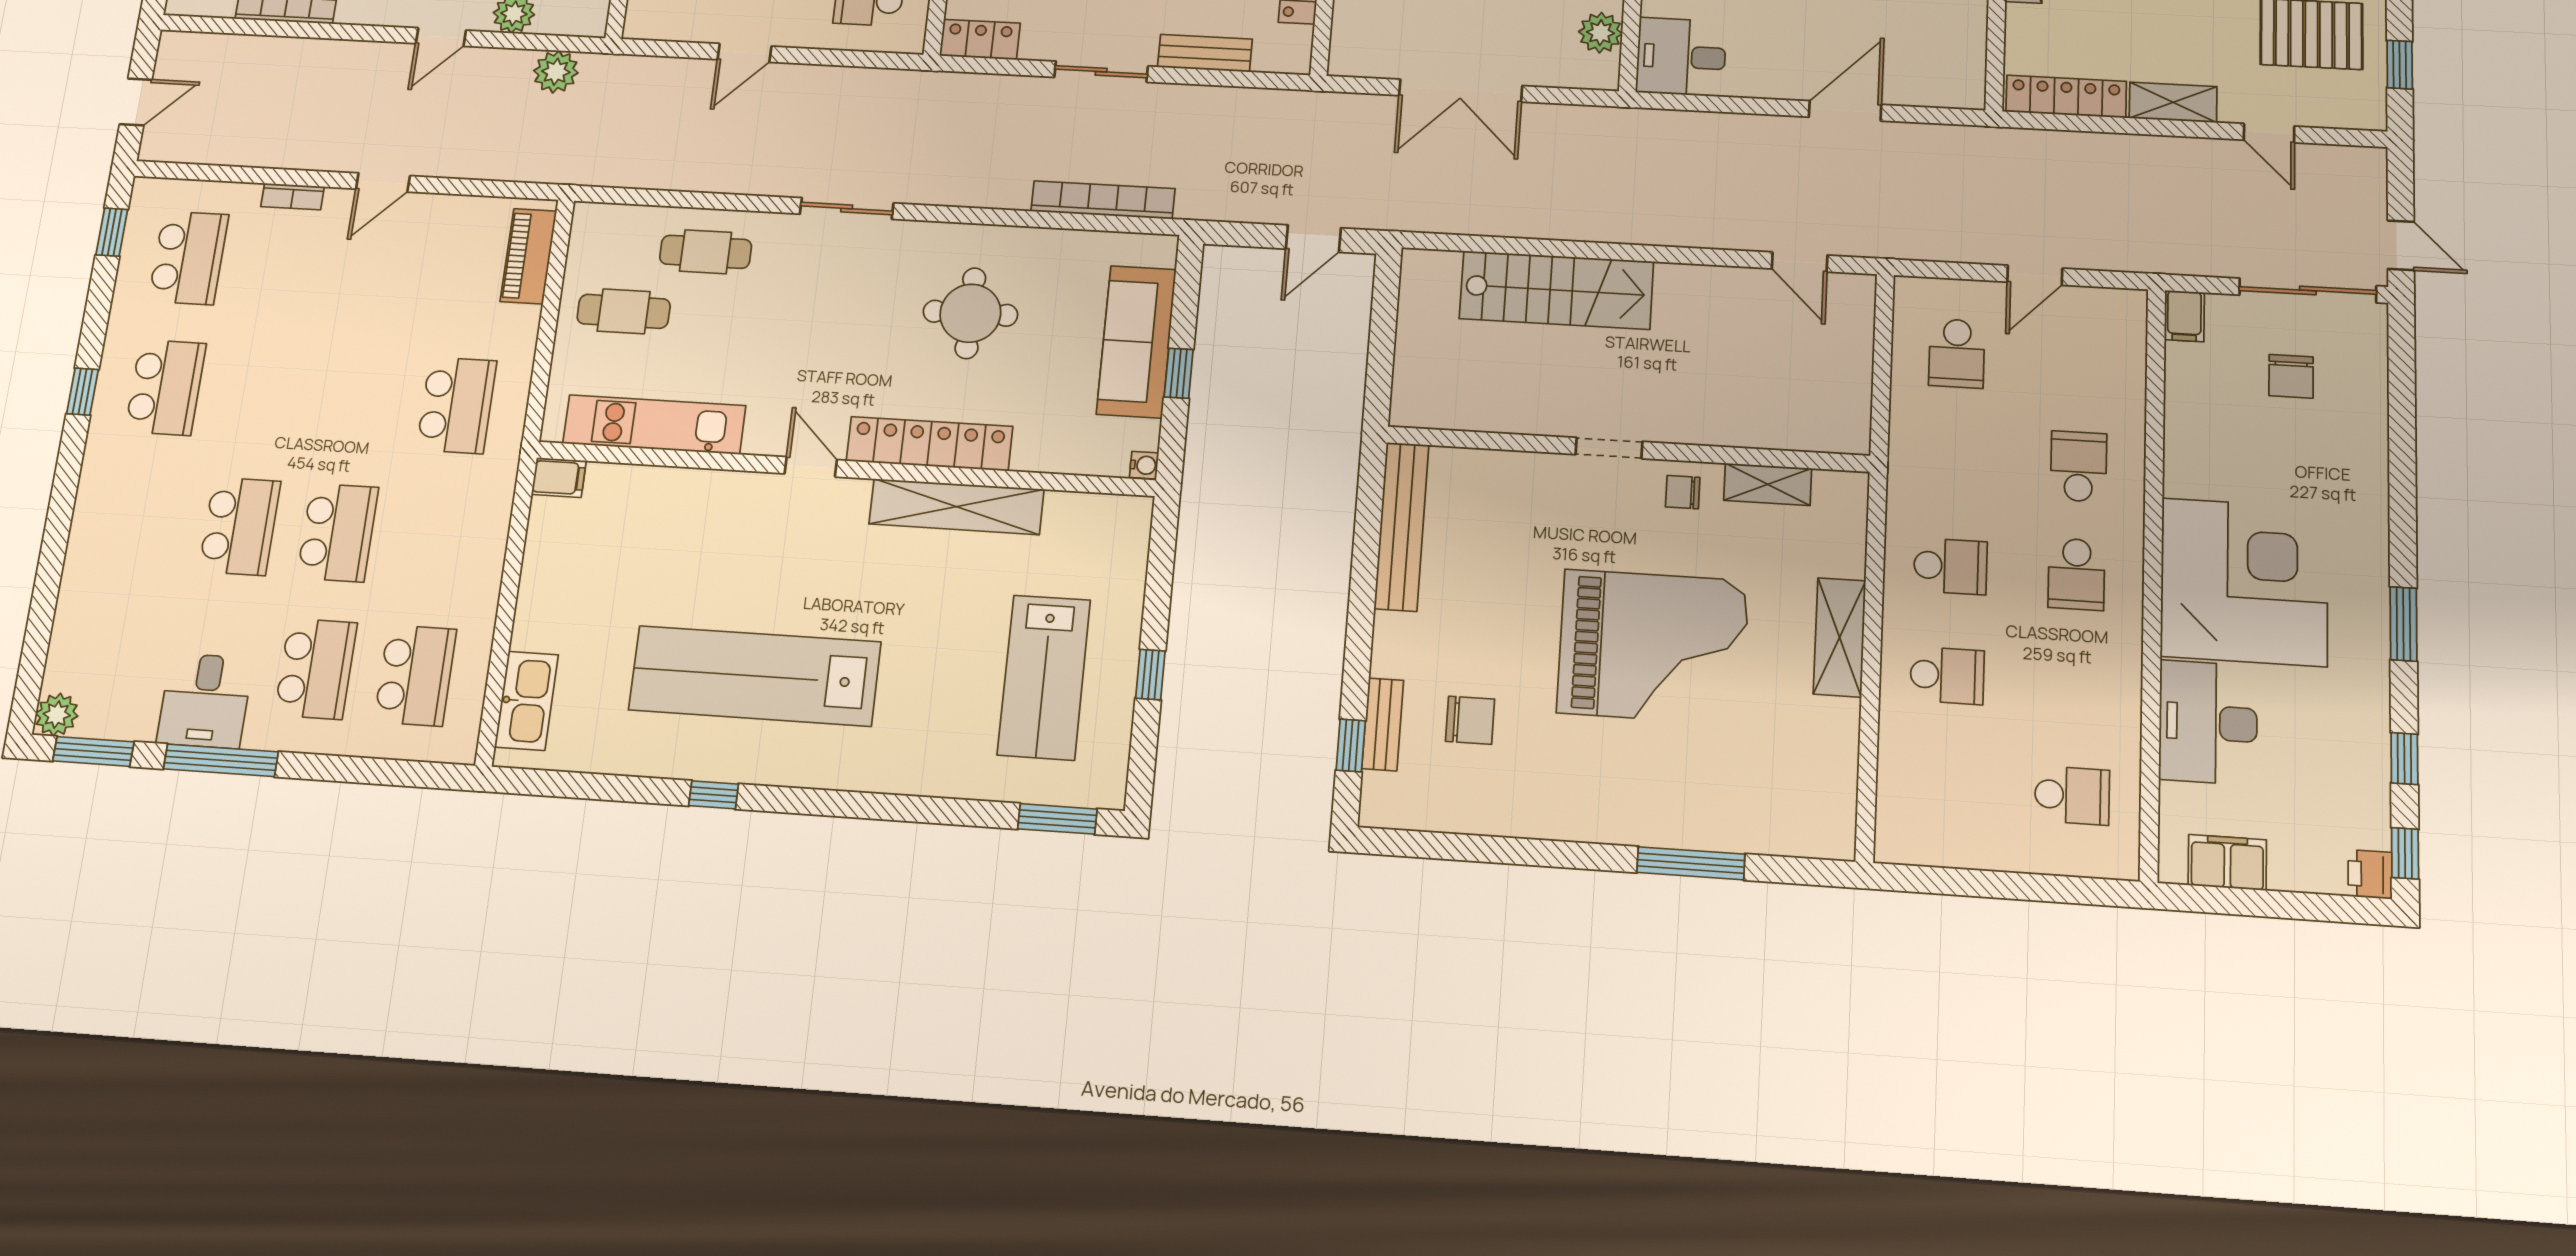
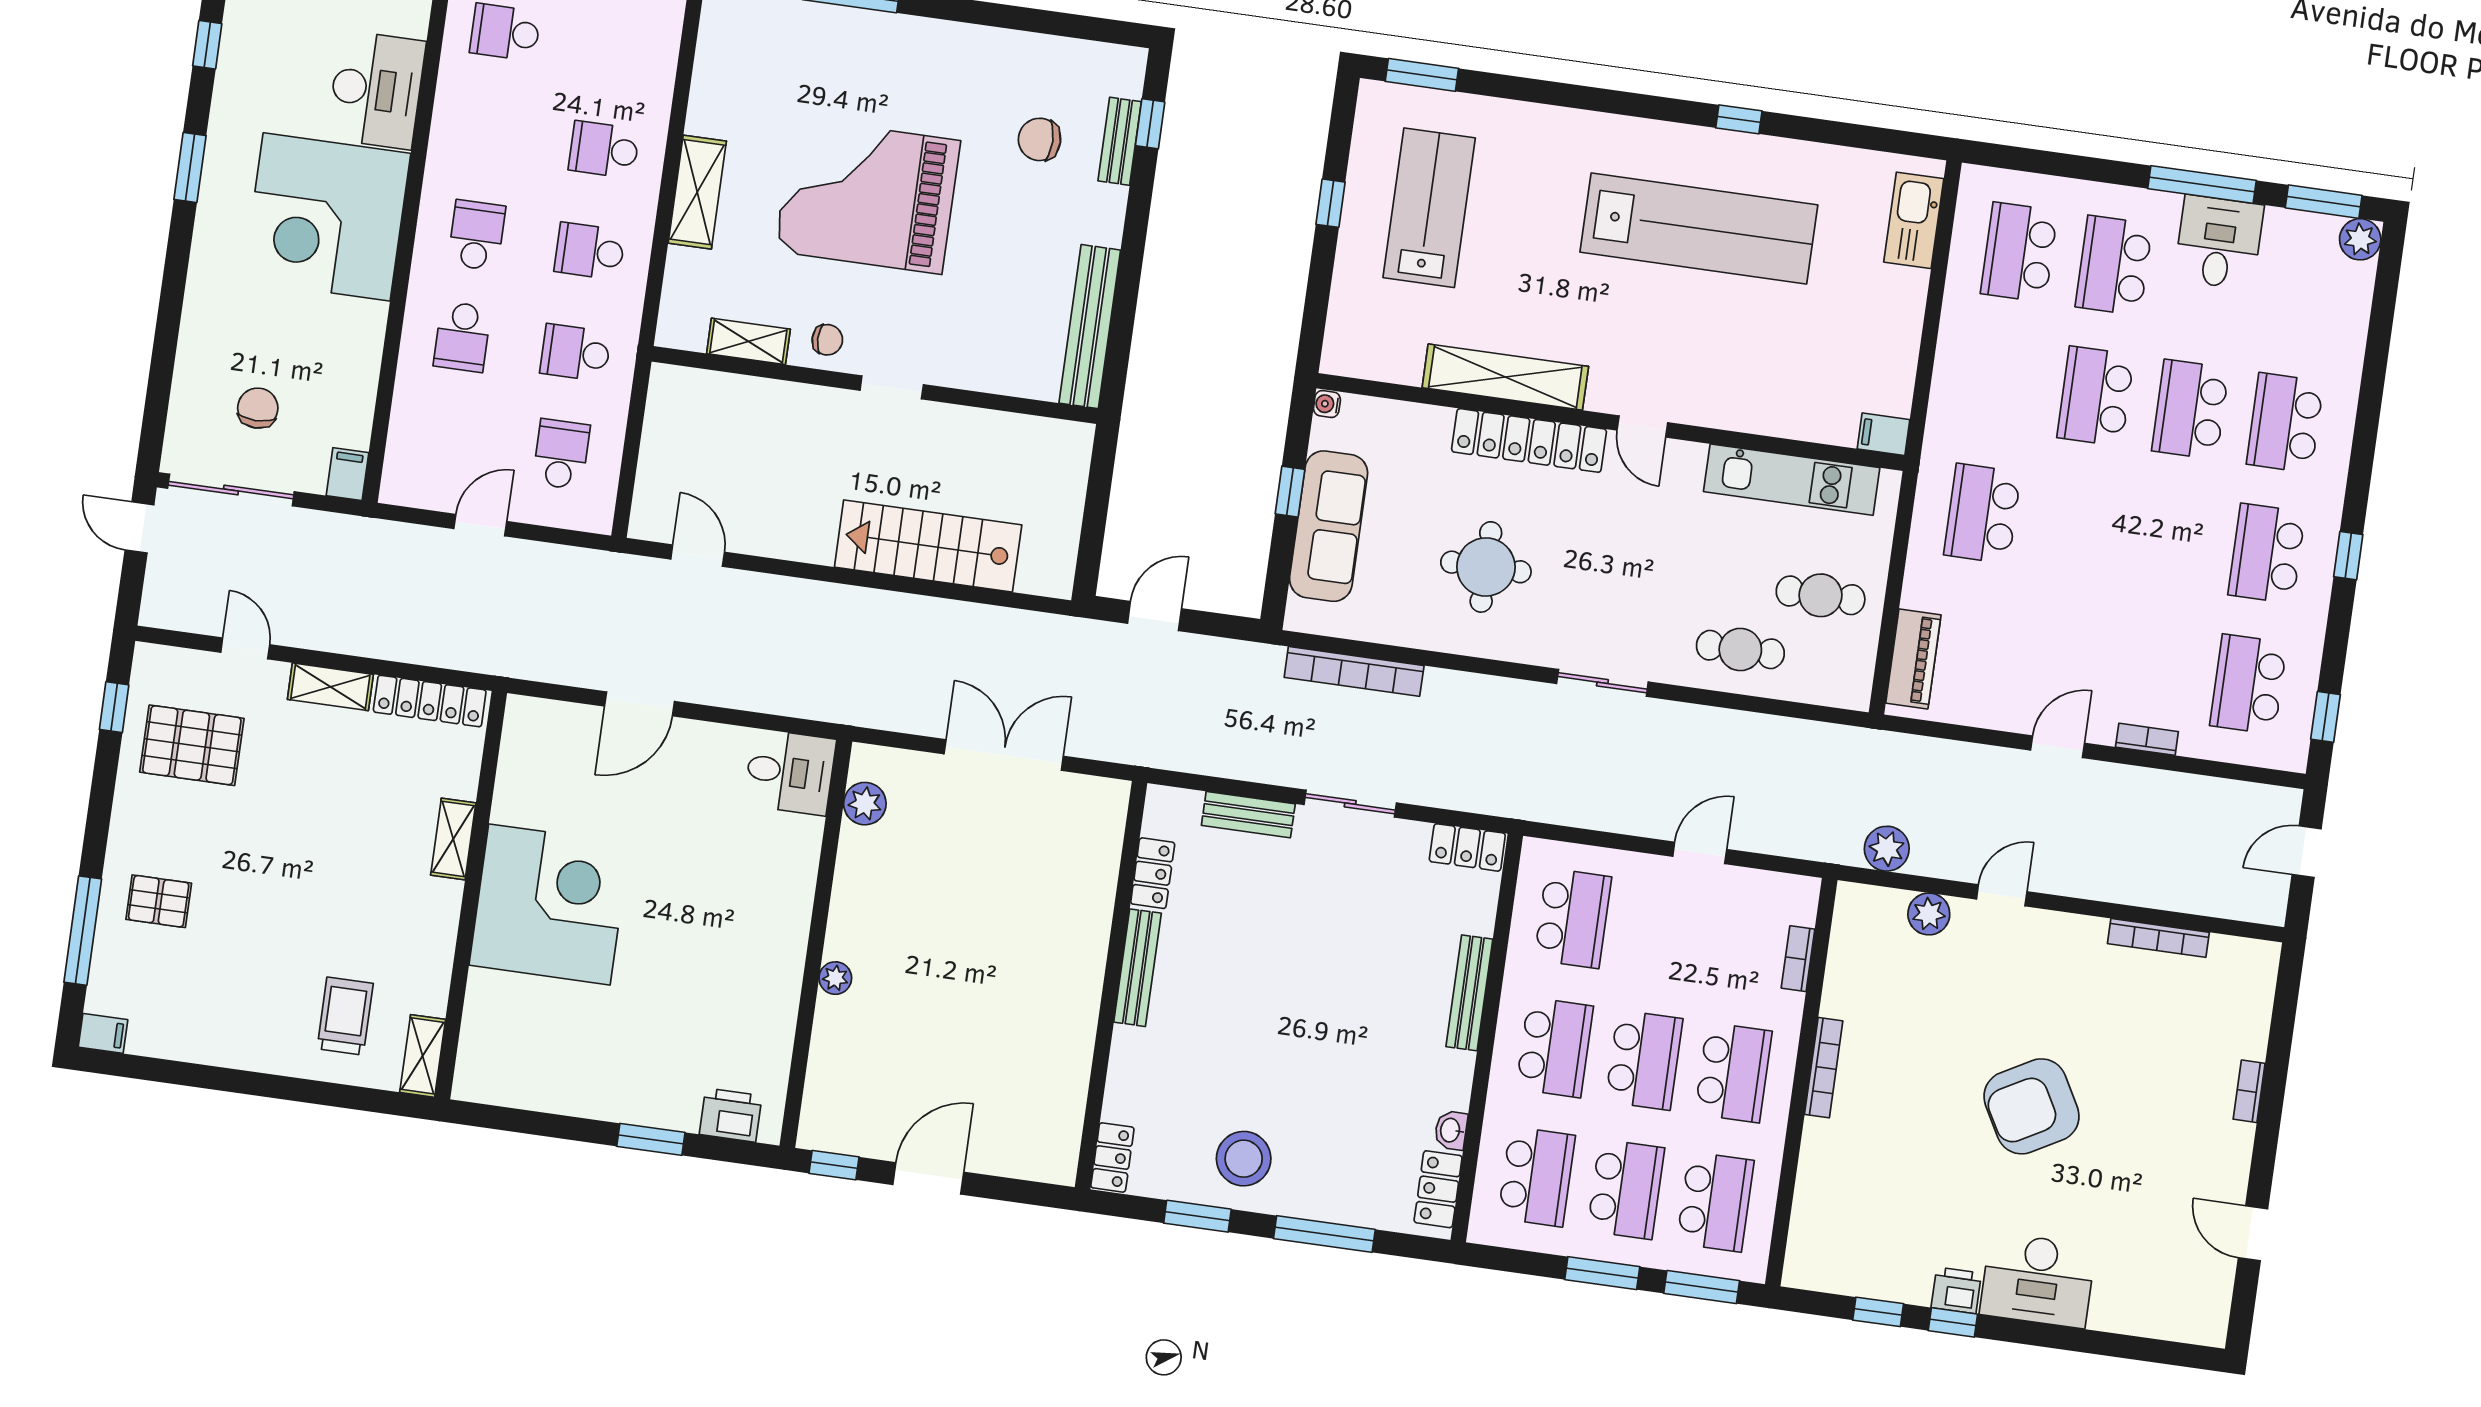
school desk: (1954, 459) -> (575, 353), added
school desk: (142, 520) -> (2285, 423), added

